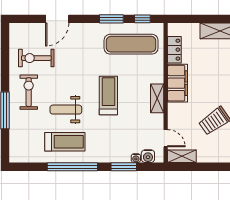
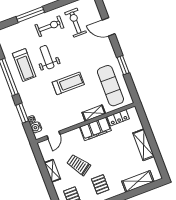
window: (142, 19) -> (131, 87), removed
shelving: (157, 98) -> (94, 113), moved
shelving: (182, 156) -> (52, 171), moved

